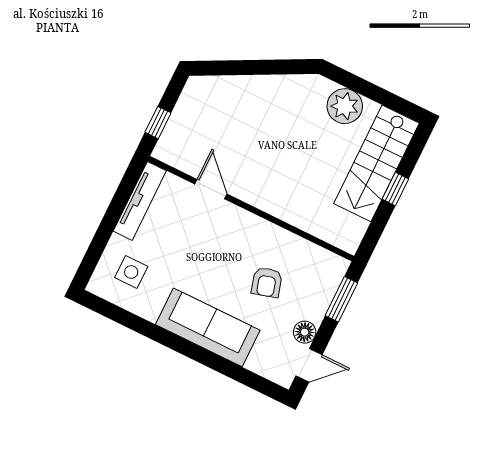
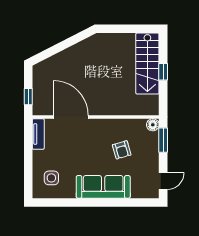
plant: (345, 106) -> (117, 43), removed
door: (211, 189) -> (71, 117), width x1.87
tv unit: (140, 201) -> (38, 134), width x0.71
floor lamp: (305, 332) -> (153, 125), moved

